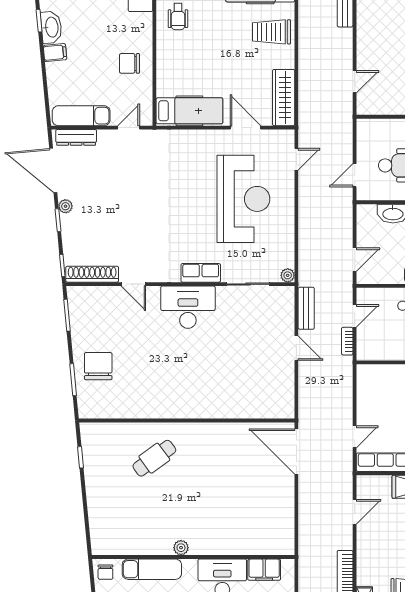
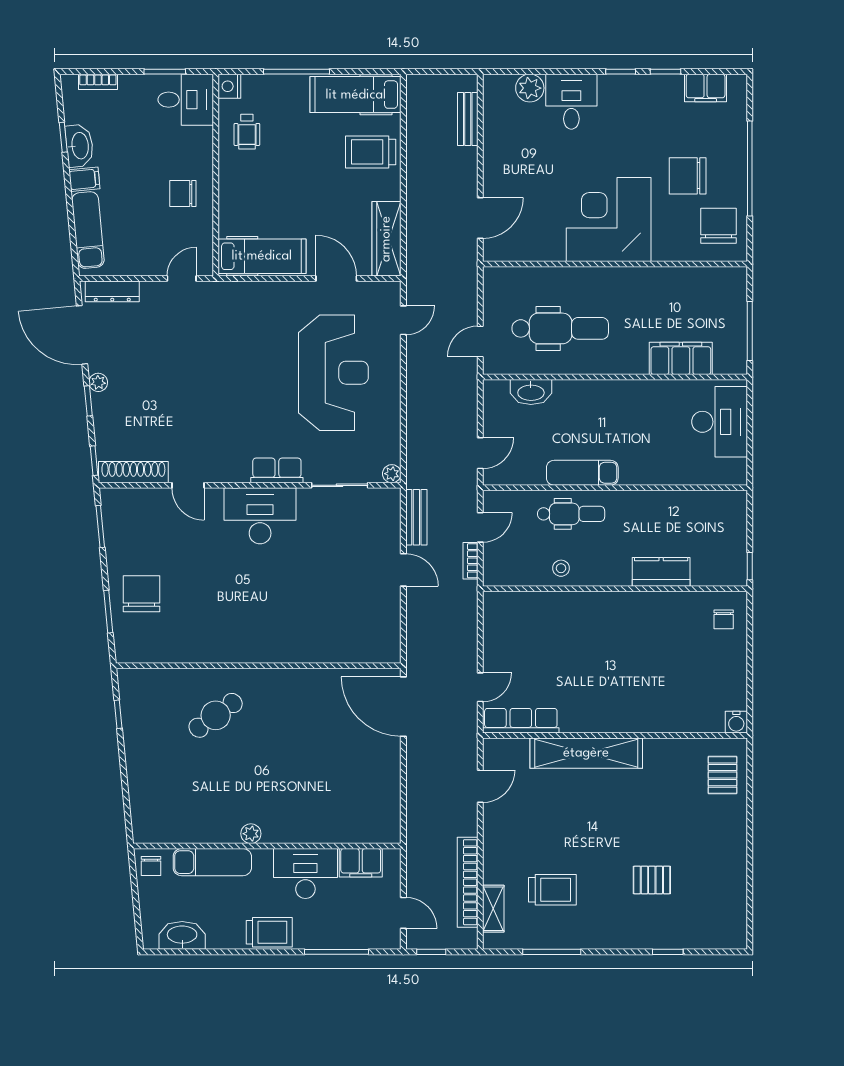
door: (355, 82) -> (480, 218), width x1.38
exam couch: (81, 116) -> (88, 230), moved, turned 85

